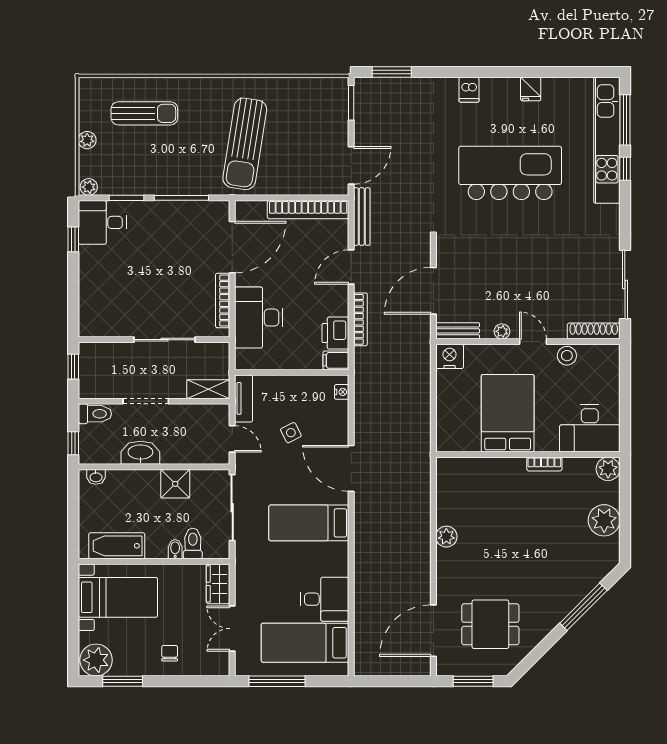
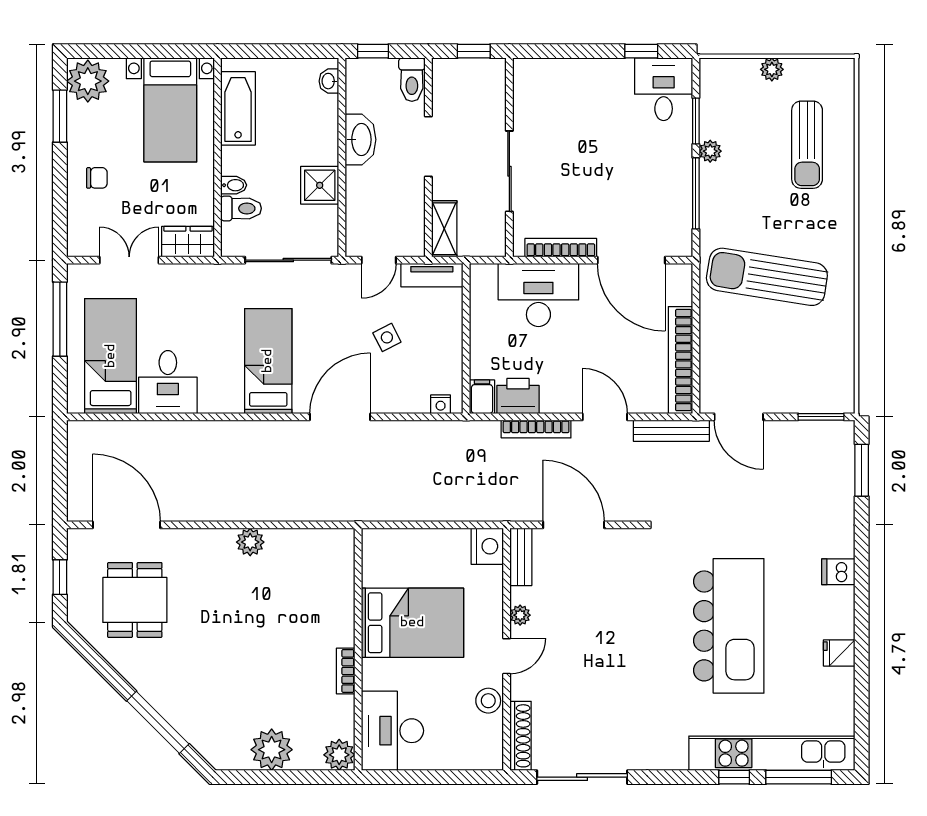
plant: (89, 187) -> (710, 151), moved
window: (473, 681) -> (60, 577), width x0.67

